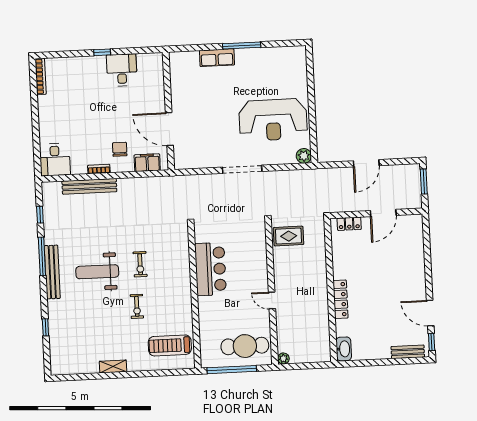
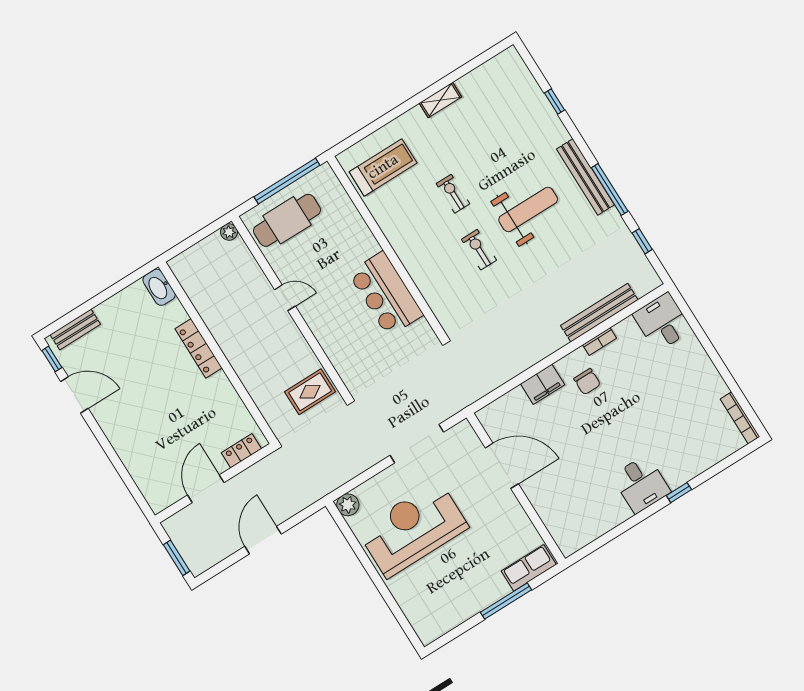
wall: (168, 111) -> (516, 488), moved
door: (169, 129) -> (502, 466), moved

